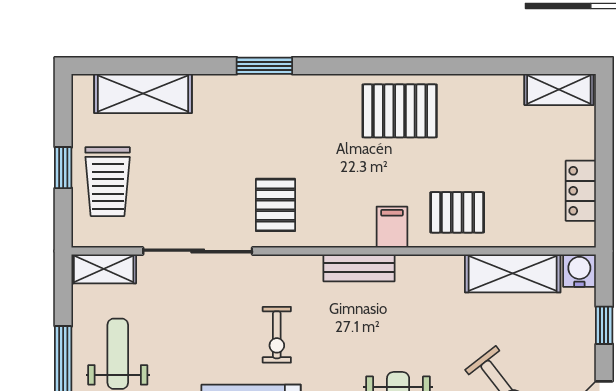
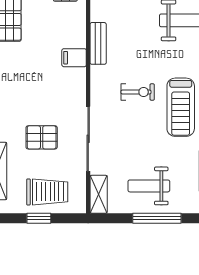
pallet: (276, 205) -> (42, 137), moved
filing cabinet: (392, 227) -> (74, 58), moved

